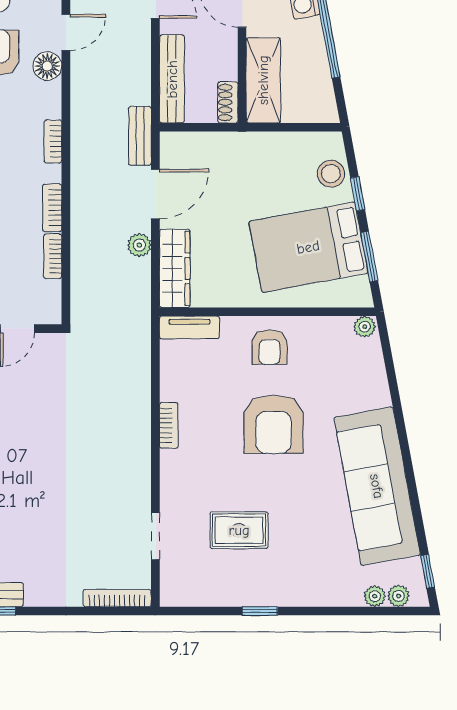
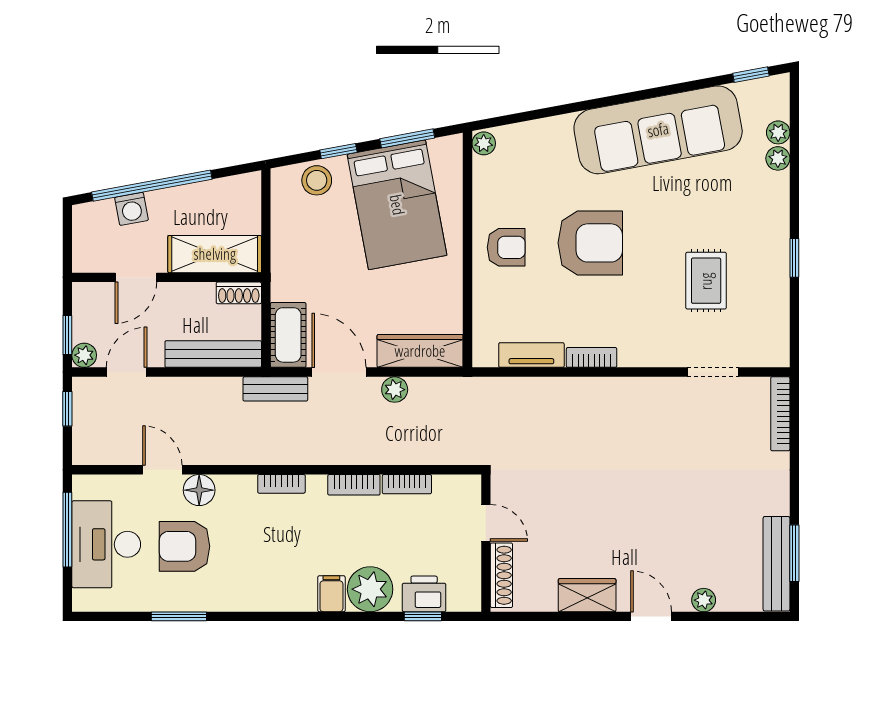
cot: (189, 148) -> (288, 335), added
tv unit: (189, 327) -> (531, 355), moved, turned -90
plant: (398, 596) -> (778, 158), moved

